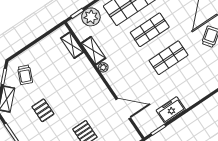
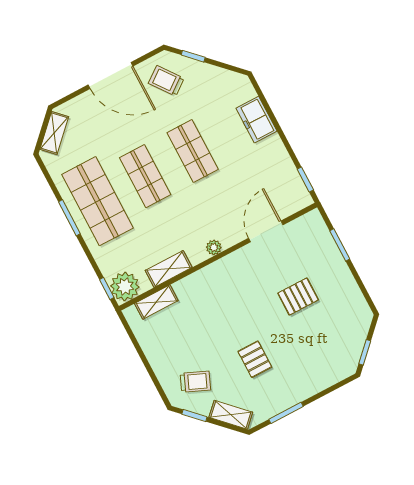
plant: (91, 17) -> (125, 286), moved
plant: (103, 67) -> (214, 247), moved
pallet: (43, 110) -> (255, 359), turned 90
freezer: (171, 110) -> (256, 120), moved

